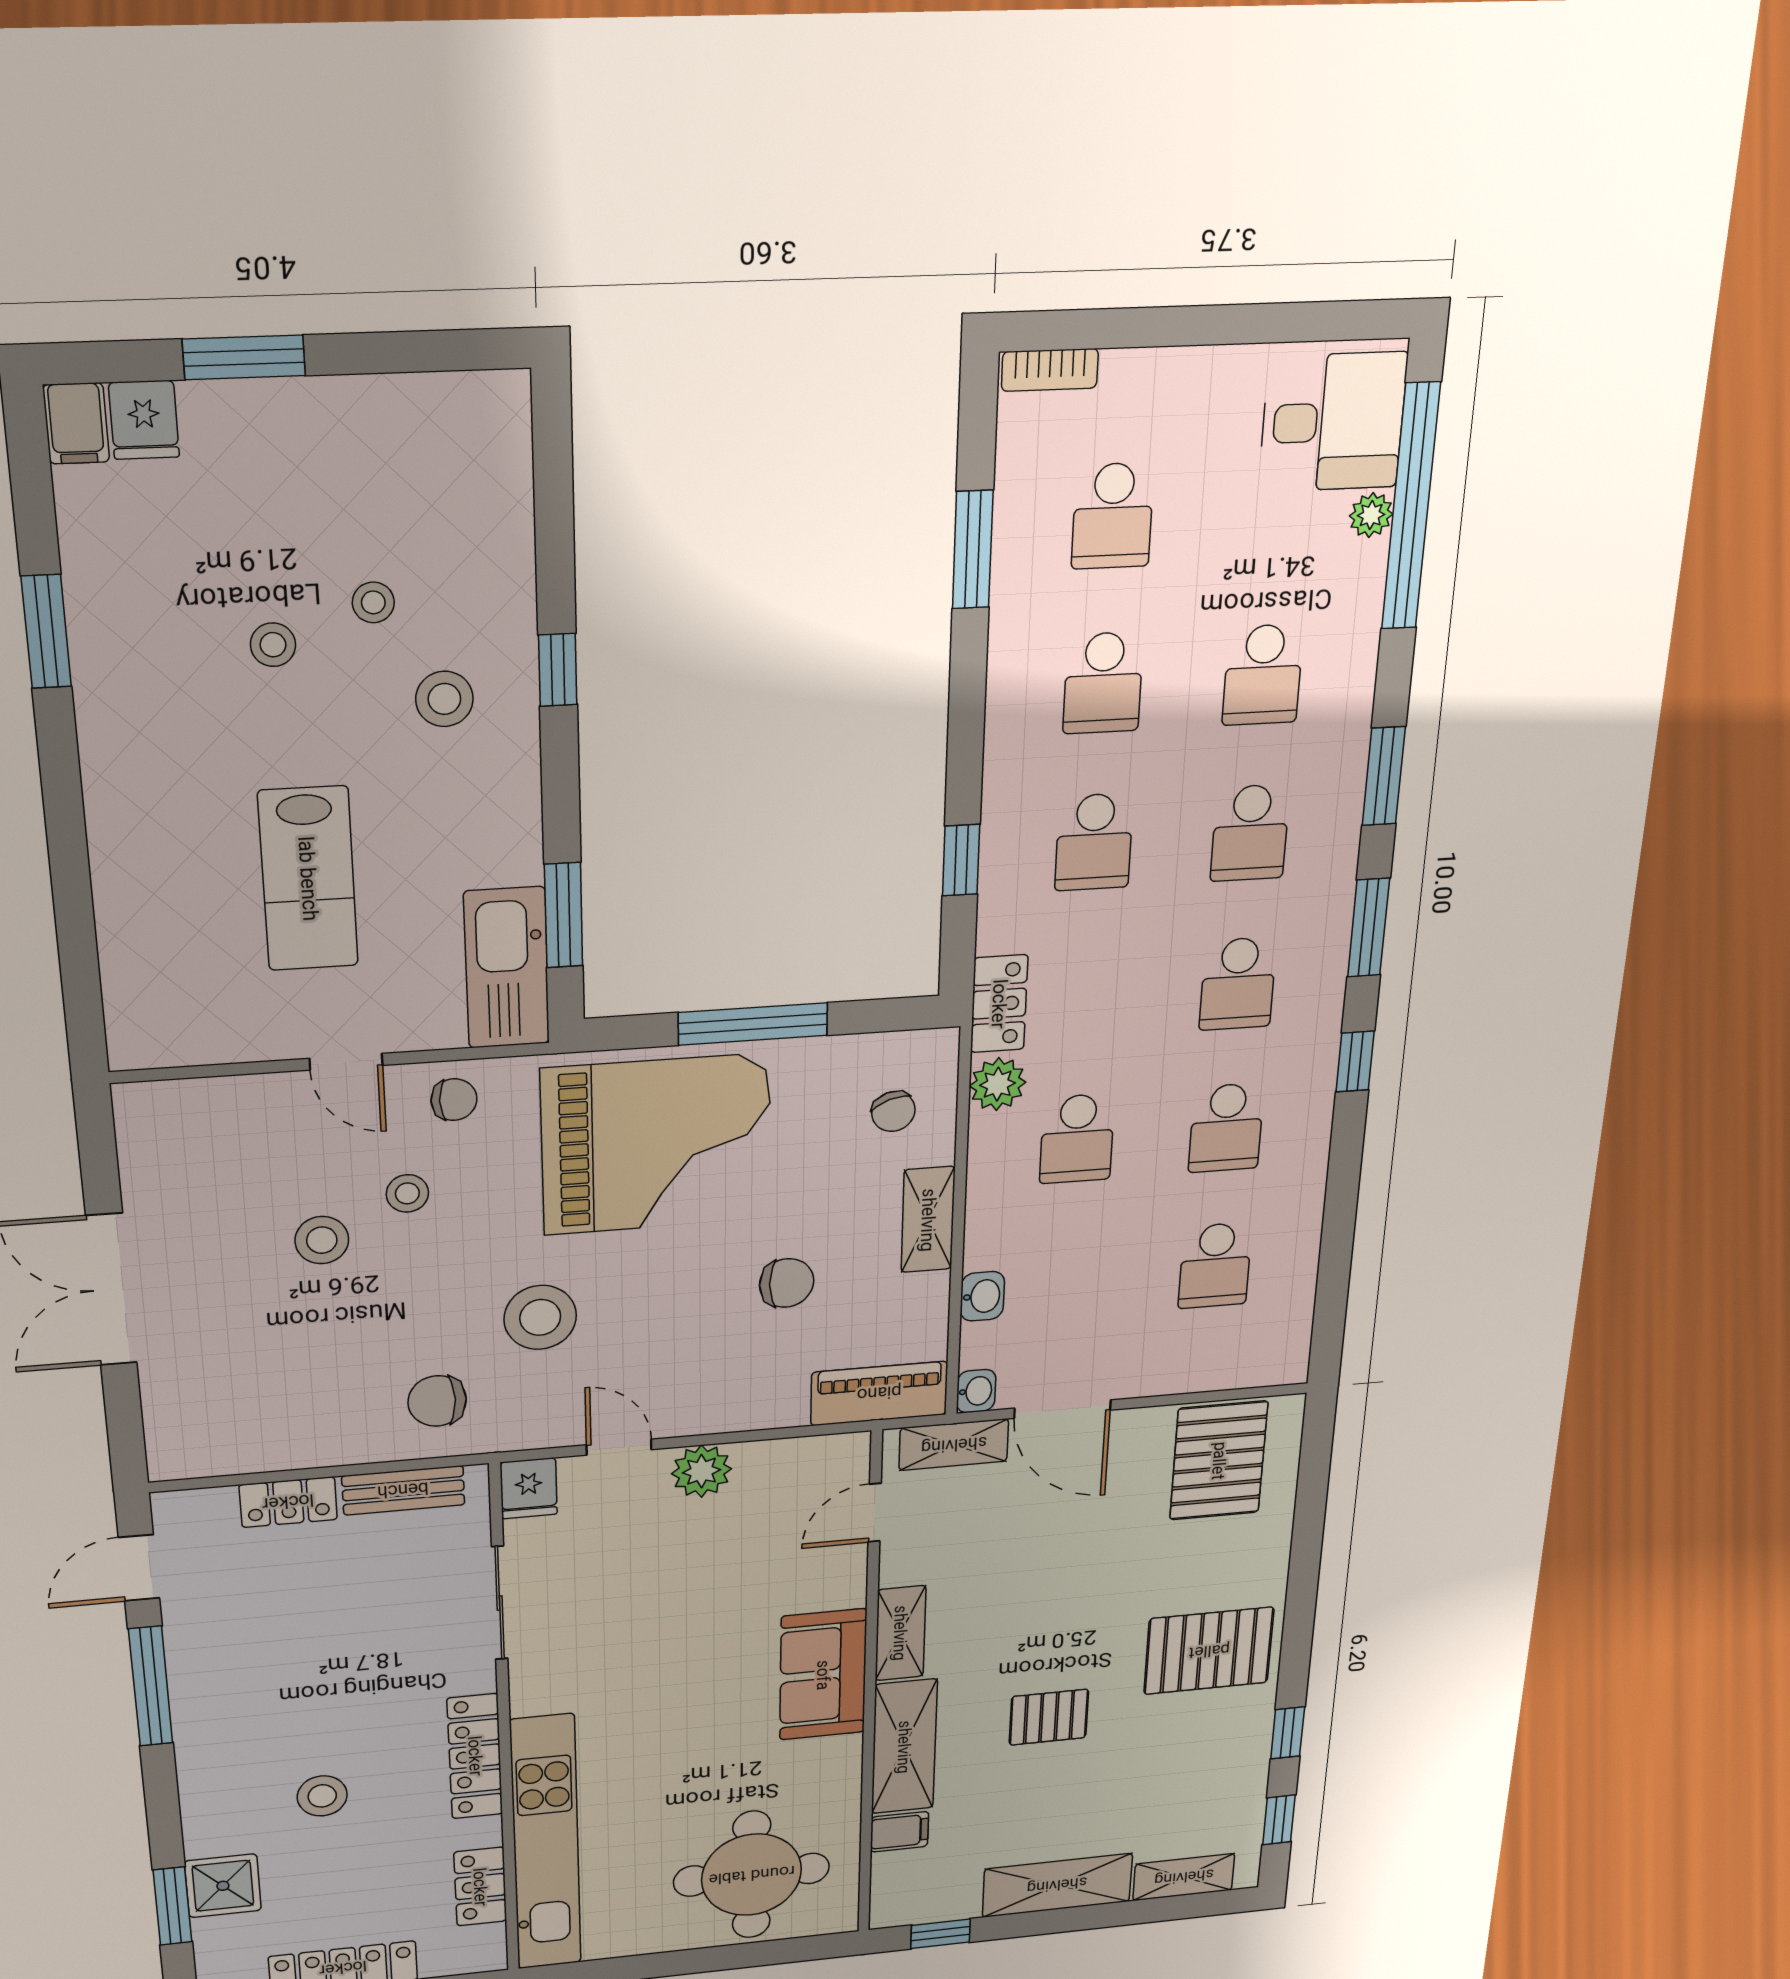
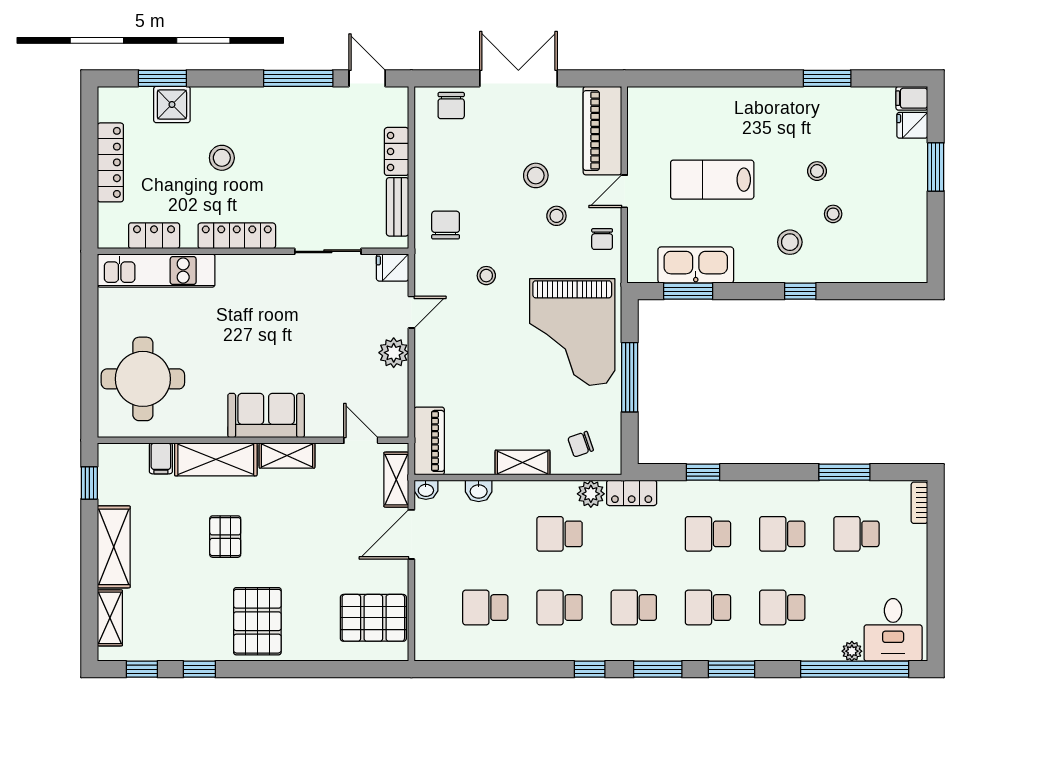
kitchen sink: (507, 968) -> (696, 265), moved
piano: (213, 1116) -> (602, 131), added
chair: (787, 1283) -> (451, 106), moved
stool: (540, 1317) -> (486, 276), width x0.53, depth x0.53
kitchen unit: (546, 1843) -> (156, 271), width x0.73

